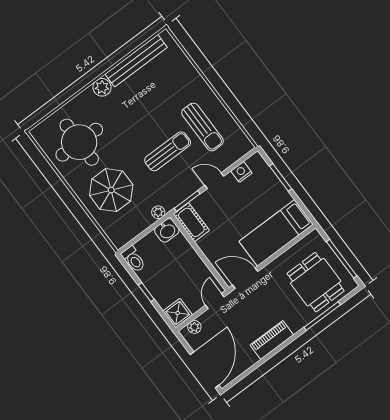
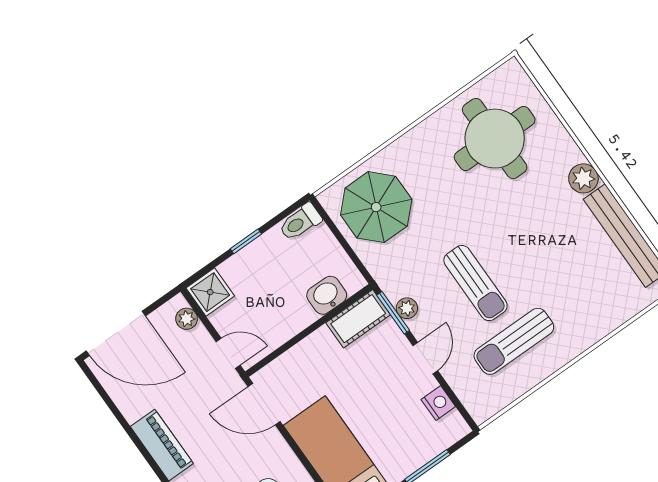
parasol: (111, 190) -> (376, 207), moved
plant: (158, 212) -> (407, 308), moved
washbasin: (167, 230) -> (327, 295), moved, turned 90
door: (245, 278) -> (264, 404), swing flipped

